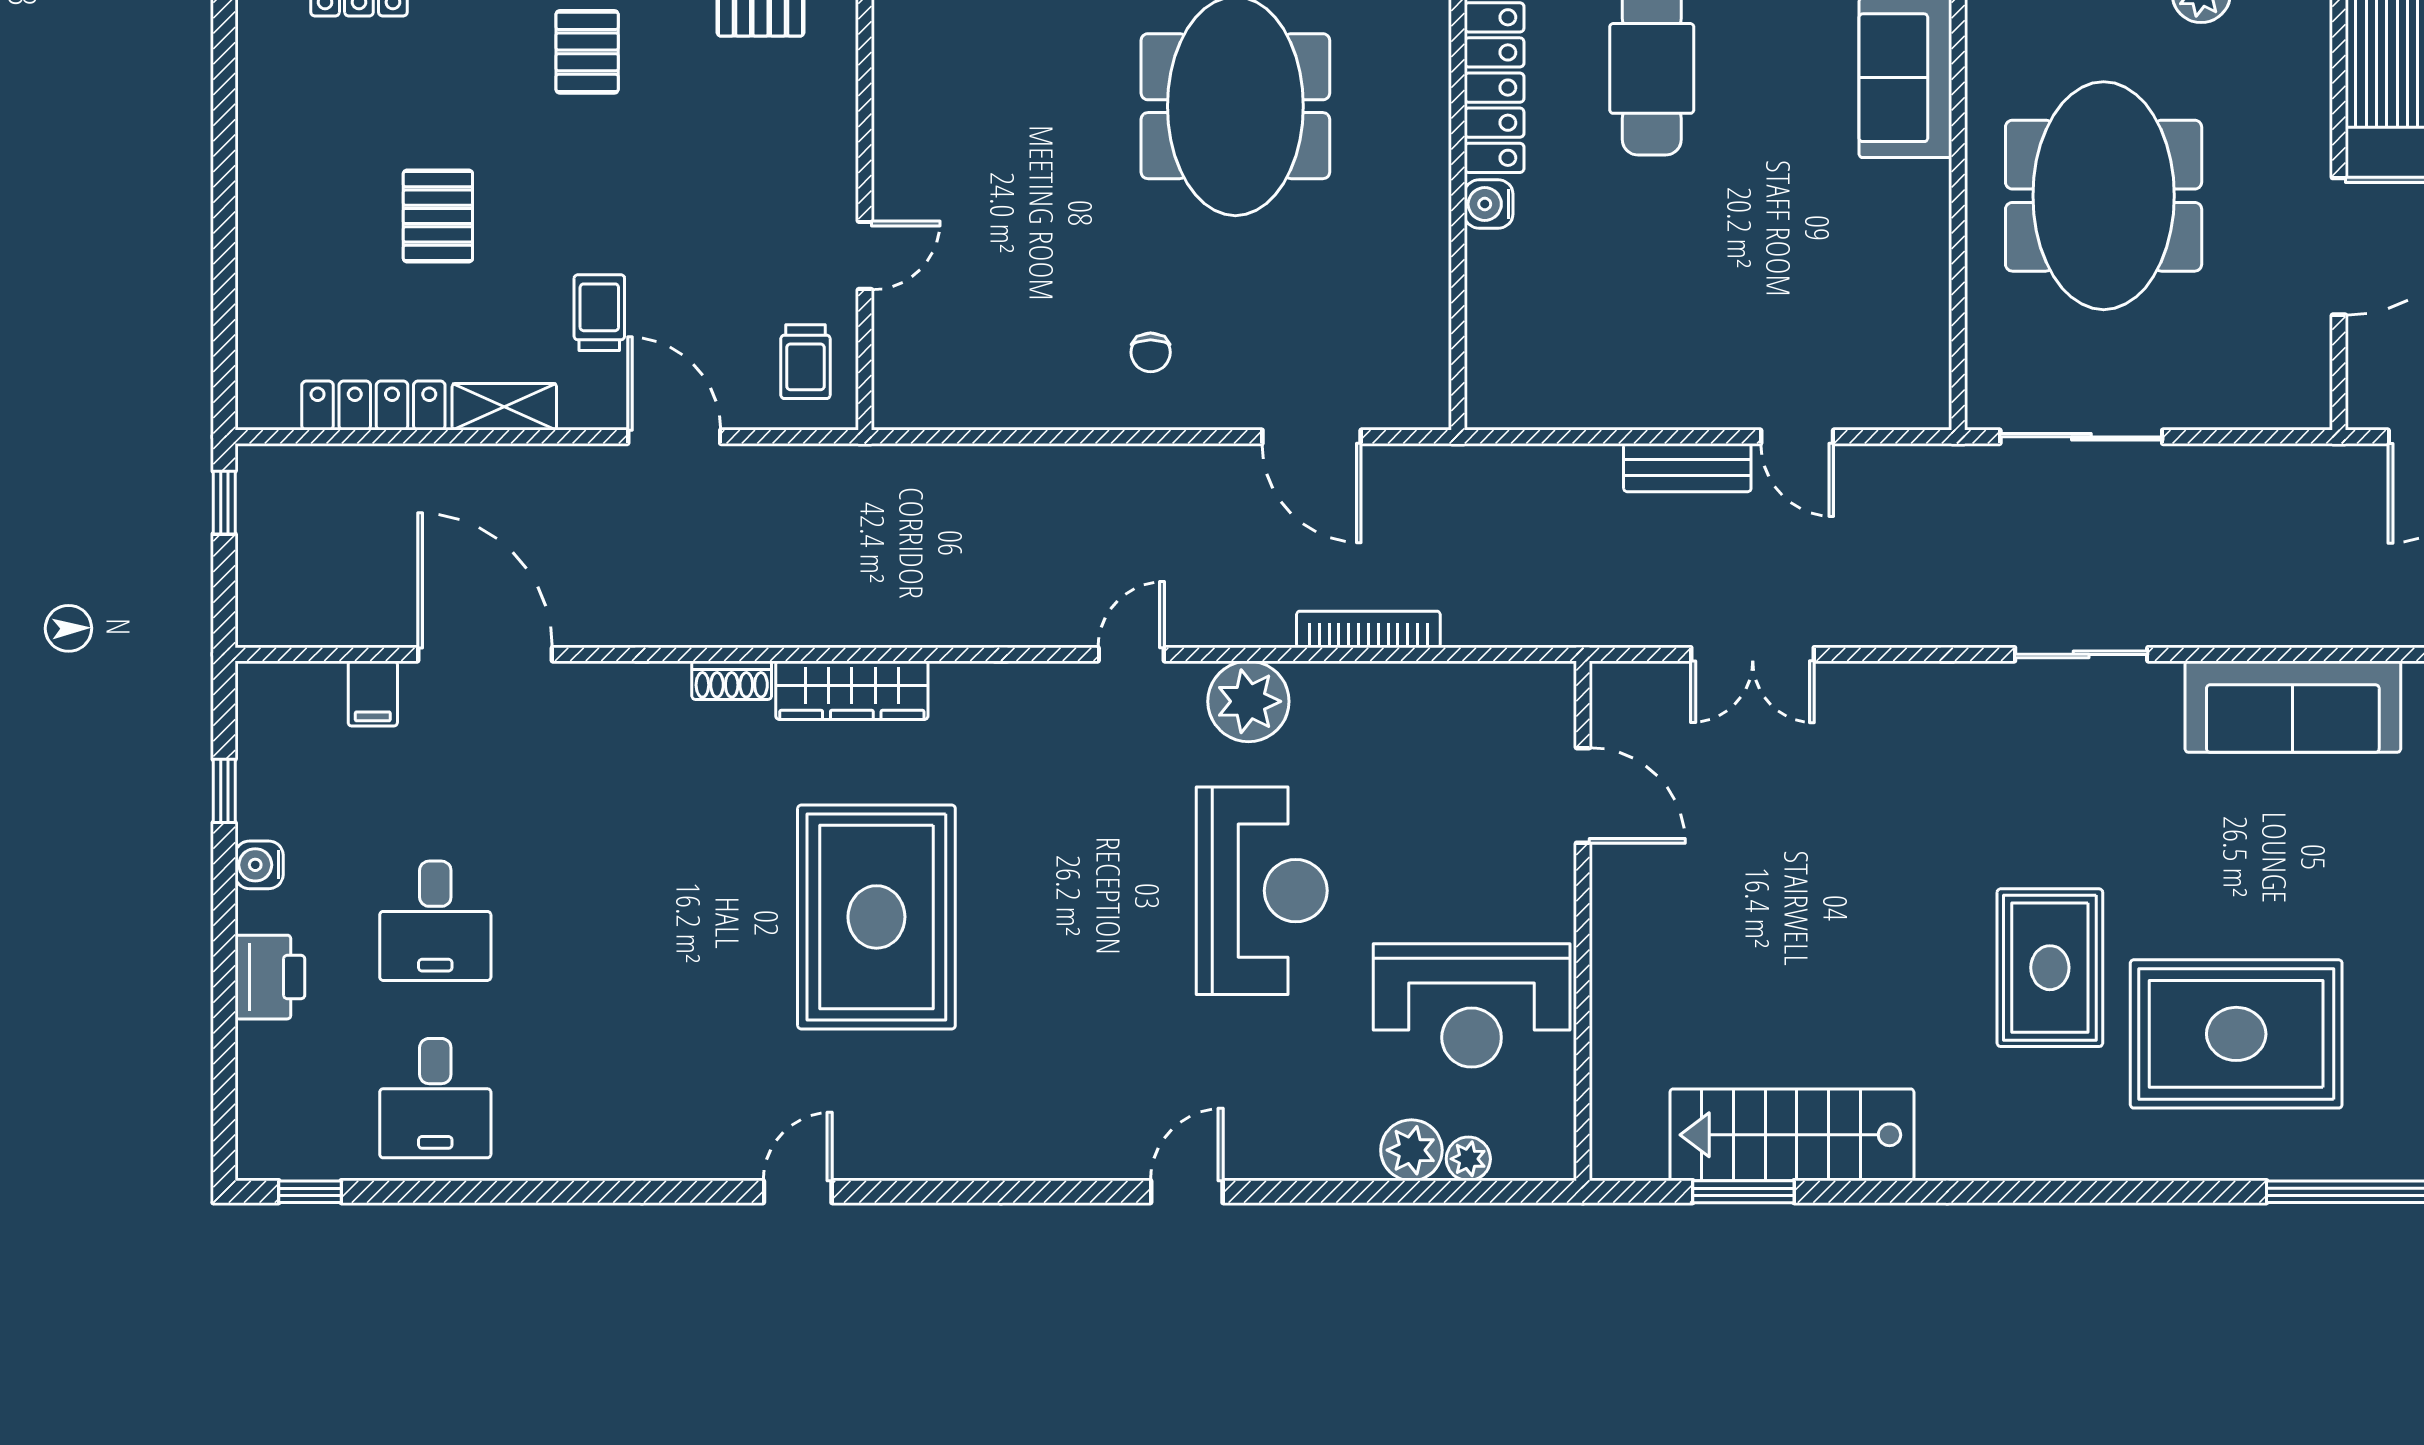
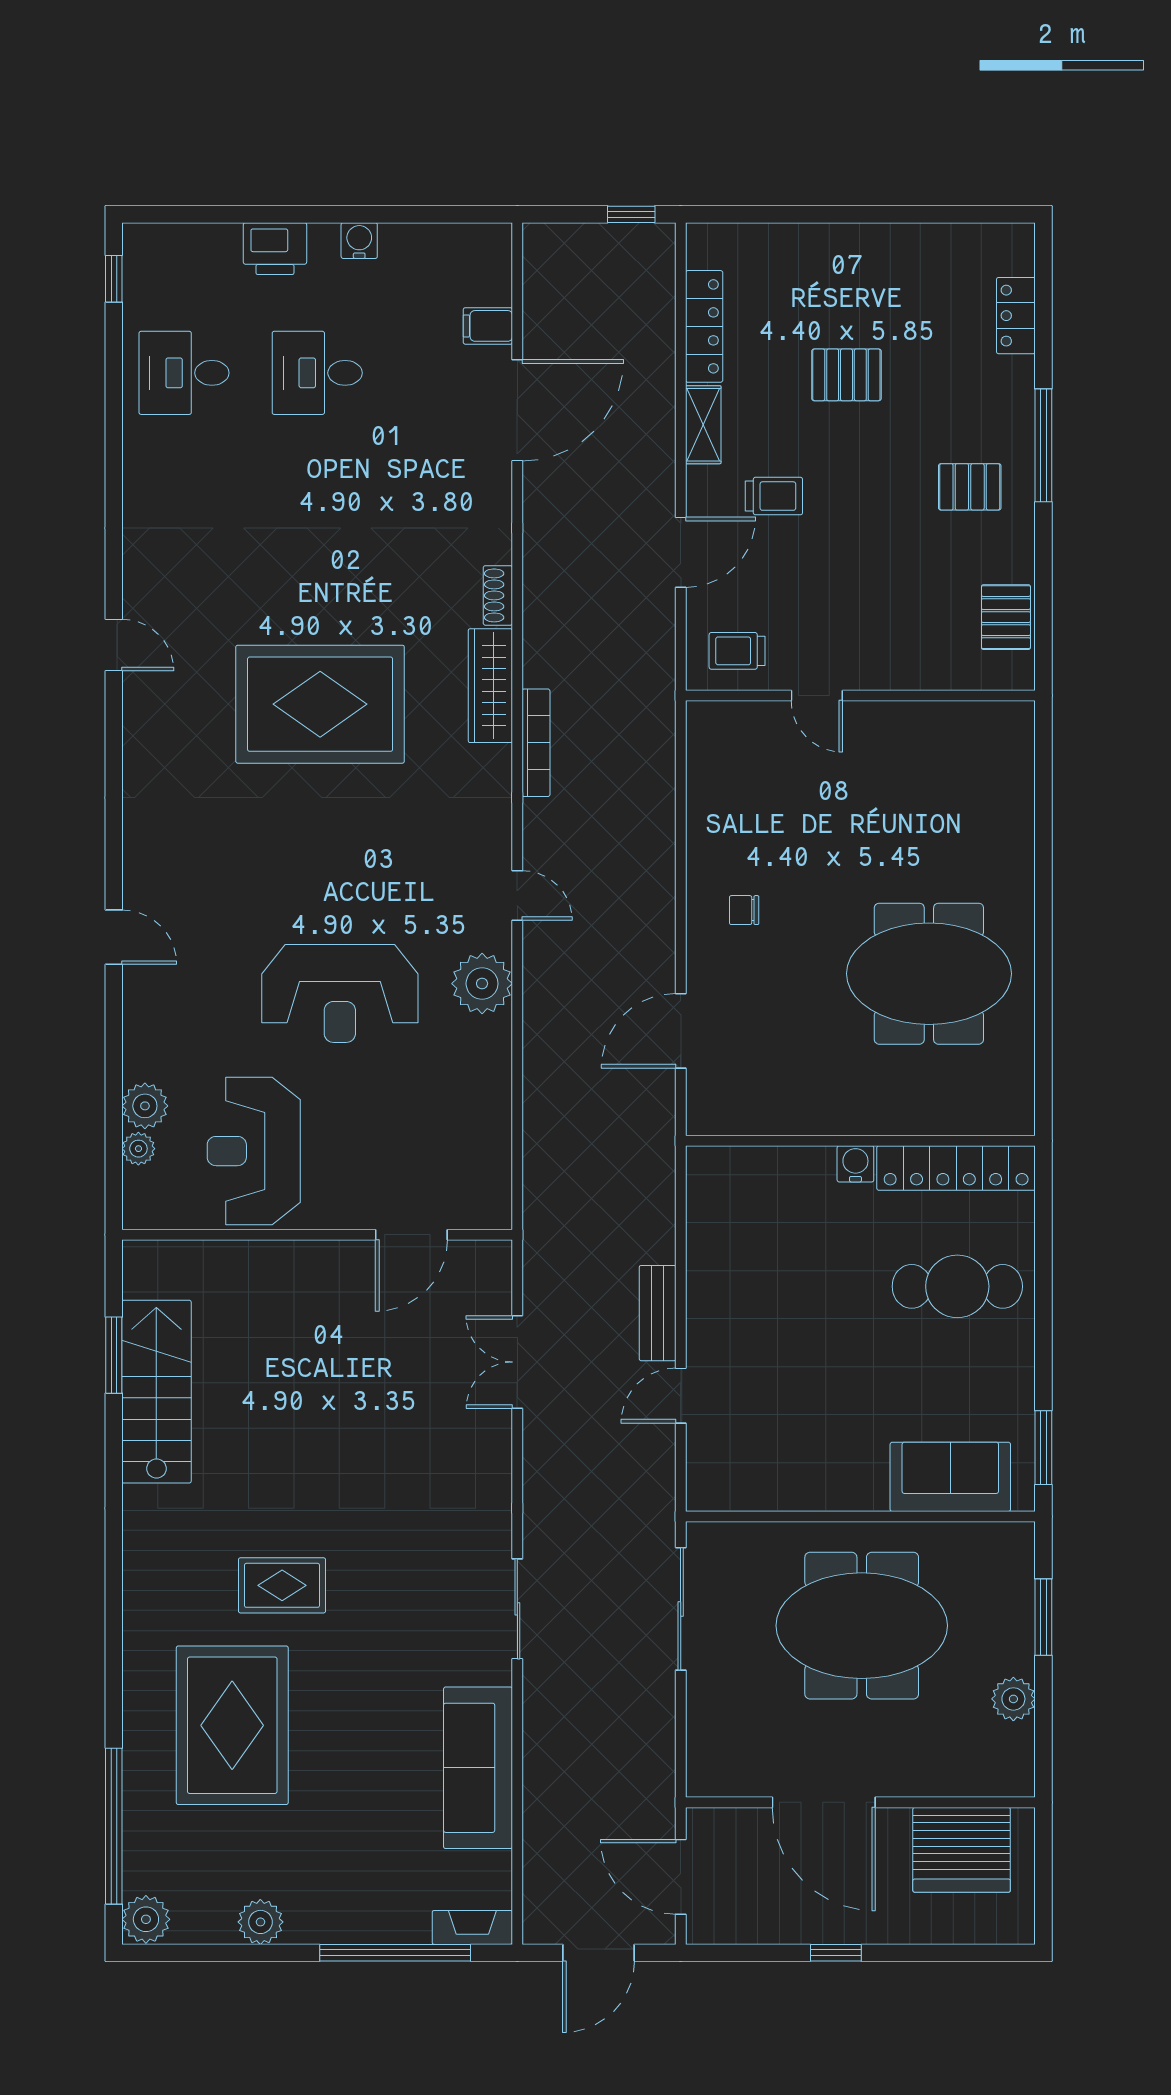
bookcase: (1368, 629) -> (536, 743), moved
window: (224, 791) -> (415, 214), removed
rug: (2050, 968) -> (282, 1585), width x0.73, depth x0.70

